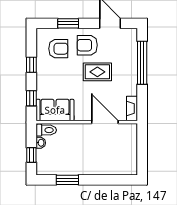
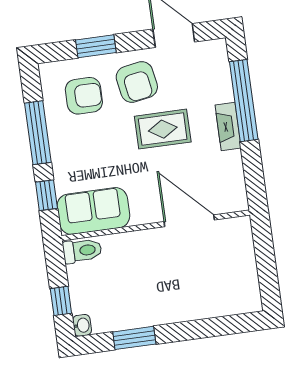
armchair: (87, 45) -> (137, 82), turned -100
window: (31, 65) -> (38, 133), width x2.17
fireplace: (132, 108) -> (228, 127), moved
washbasin: (41, 143) -> (82, 325), moved

